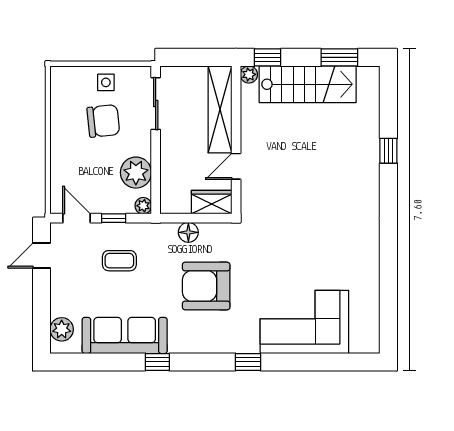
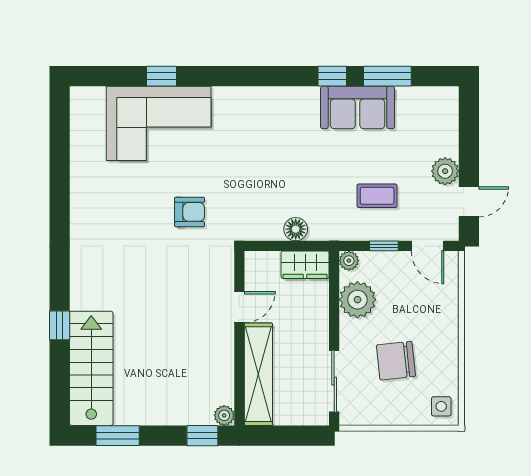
side table: (106, 82) -> (441, 406), moved
stairs: (308, 84) -> (91, 368), moved, turned 90
wardrobe: (212, 202) -> (305, 265), moved
armchair: (206, 286) -> (190, 212), moved, width x0.53, depth x0.53
plant: (62, 329) -> (445, 171), moved
sofa: (125, 335) -> (358, 107), width x0.73
window: (111, 362) -> (387, 76), added
window: (248, 362) -> (162, 76), moved

